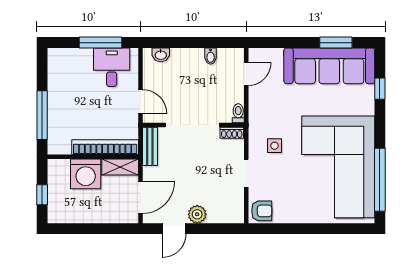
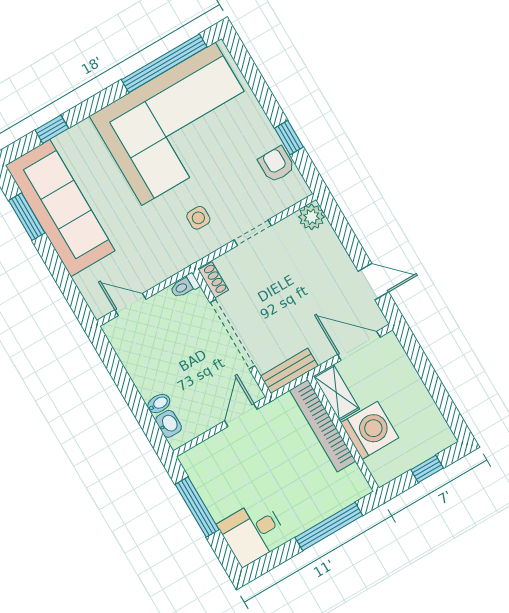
bidet: (211, 56) -> (159, 404), moved
desk: (112, 67) -> (253, 532), moved
armchair: (262, 211) -> (276, 164), moved
plant: (197, 214) -> (312, 217), moved
window: (291, 229) -> (289, 138), added

